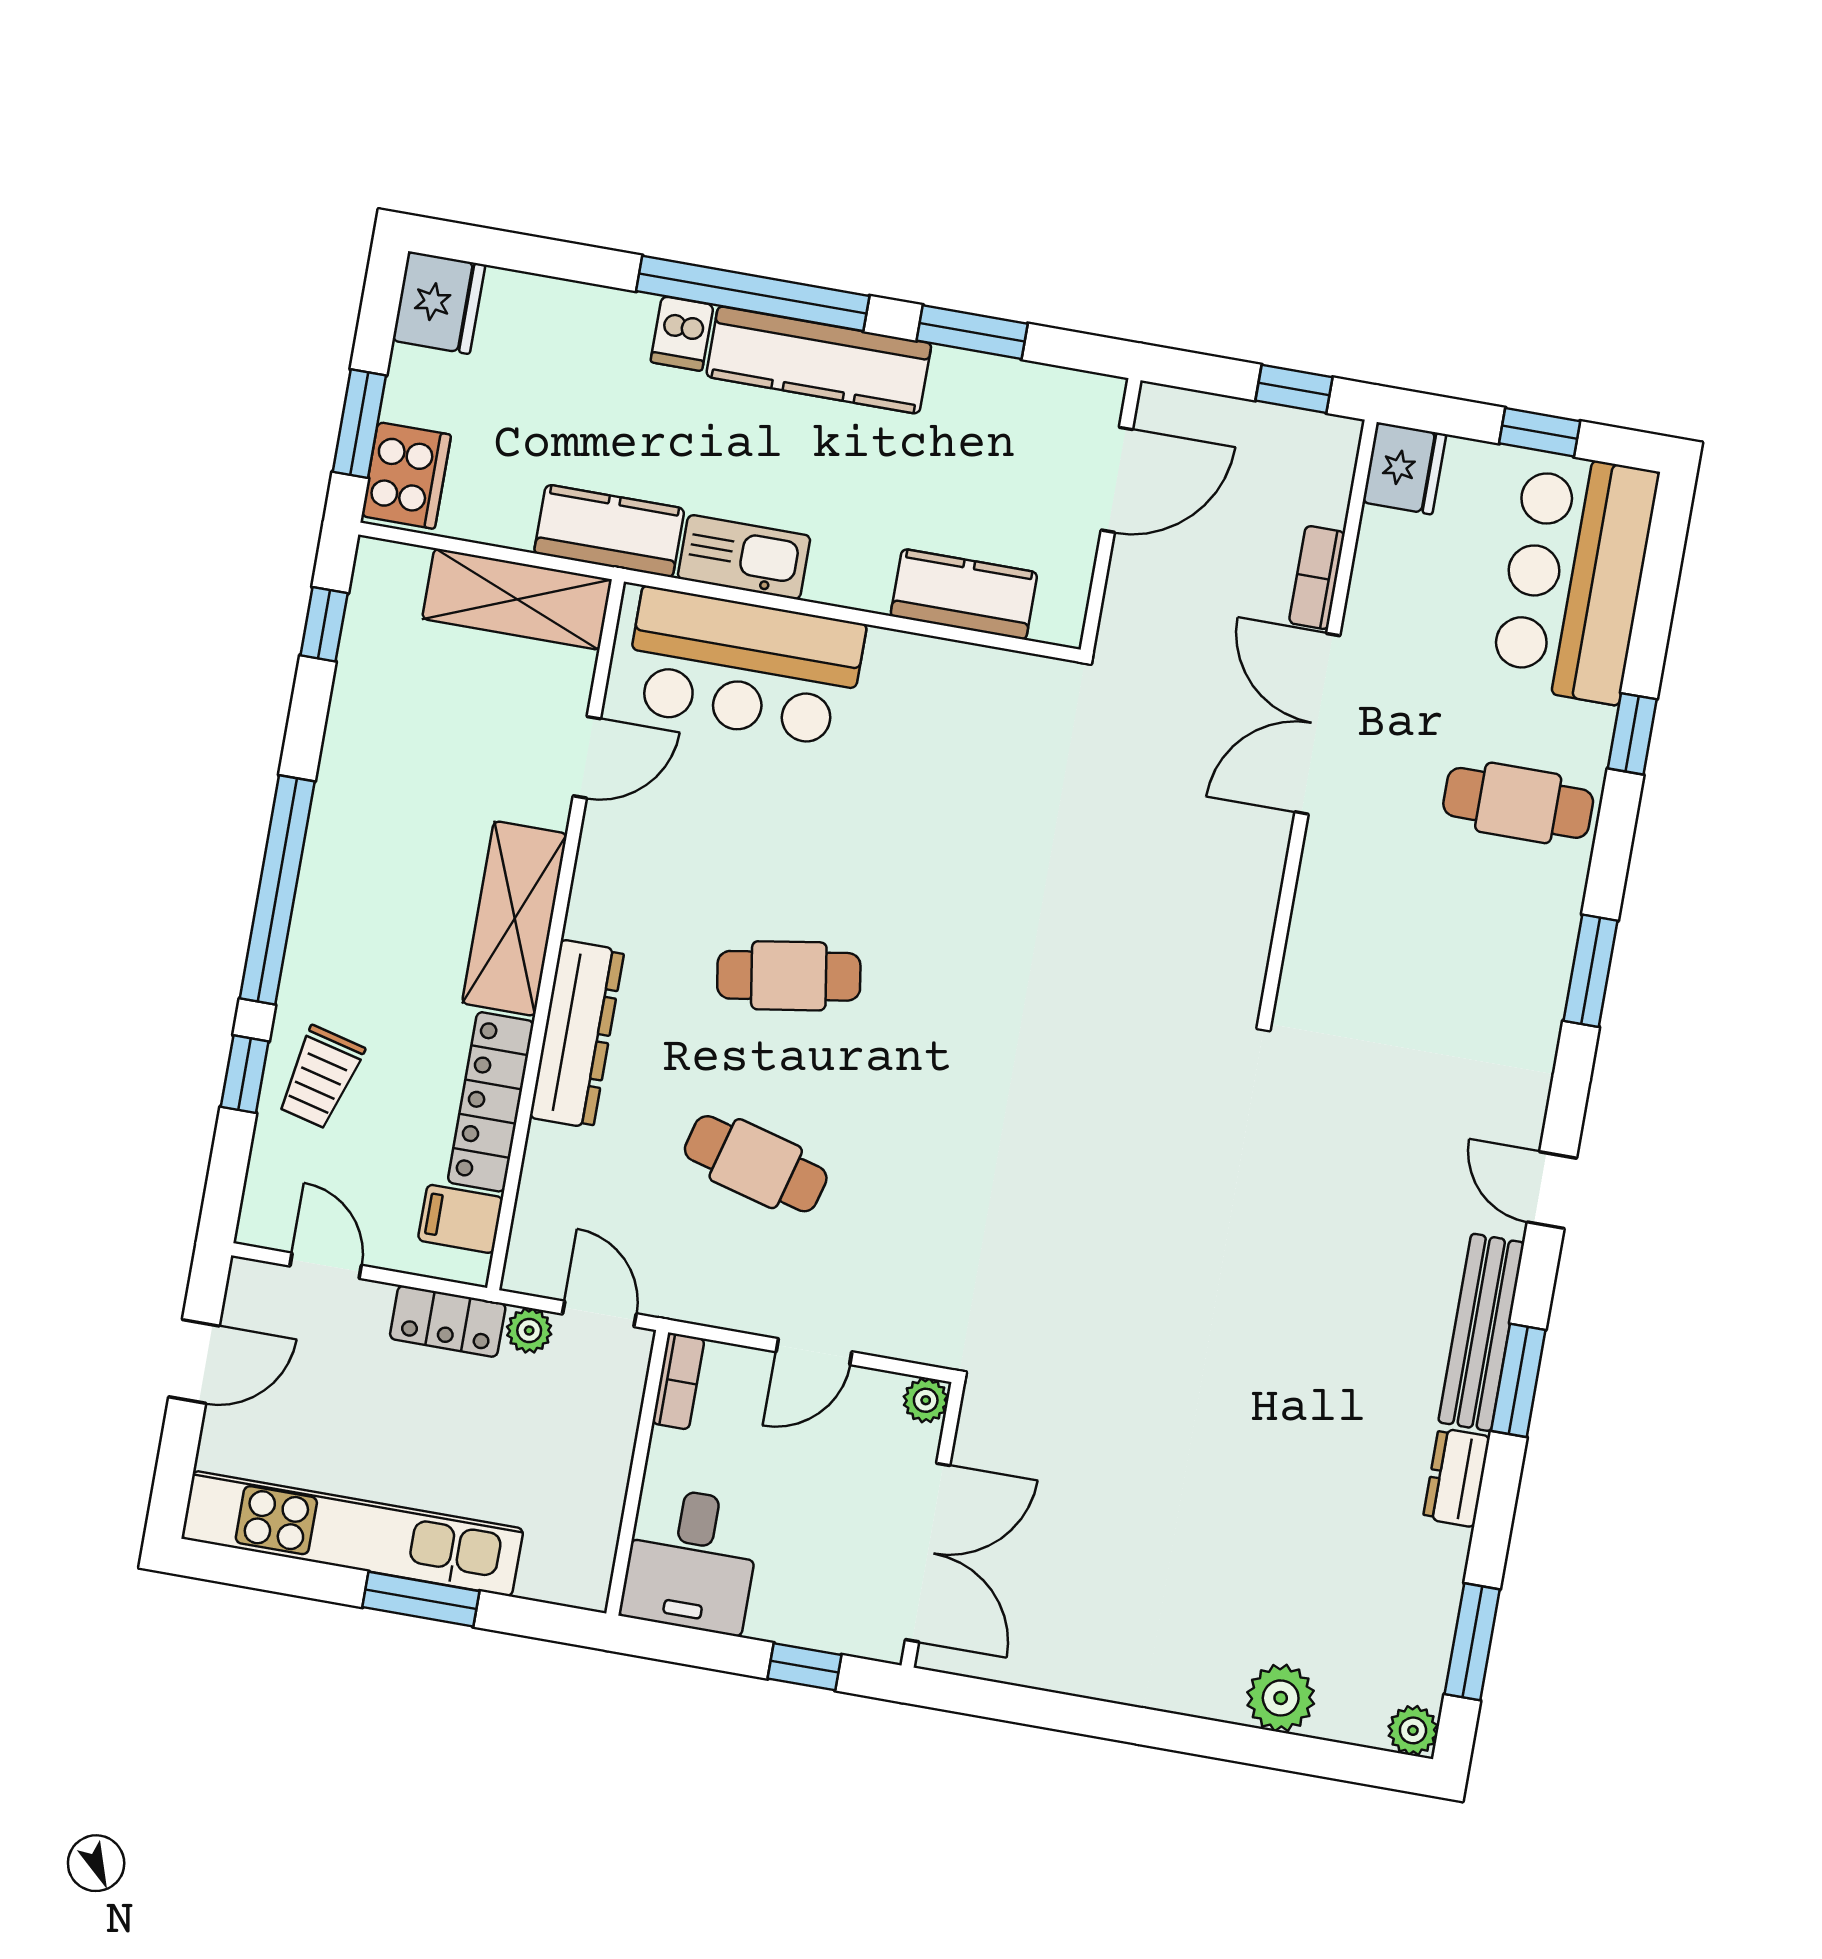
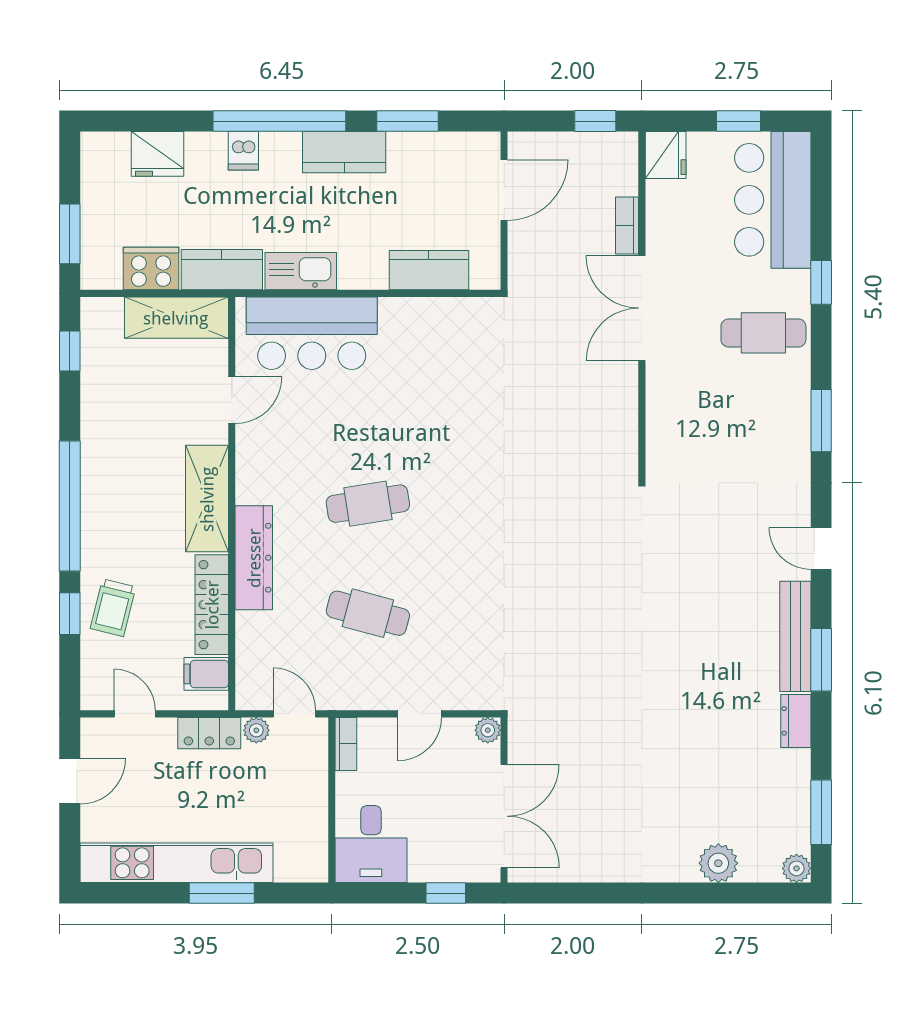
fridge: (439, 303) -> (158, 154), moved, turned 90
kitchen counter: (819, 360) -> (344, 152), width x0.67
cooker: (406, 475) -> (151, 269), moved, turned -90

